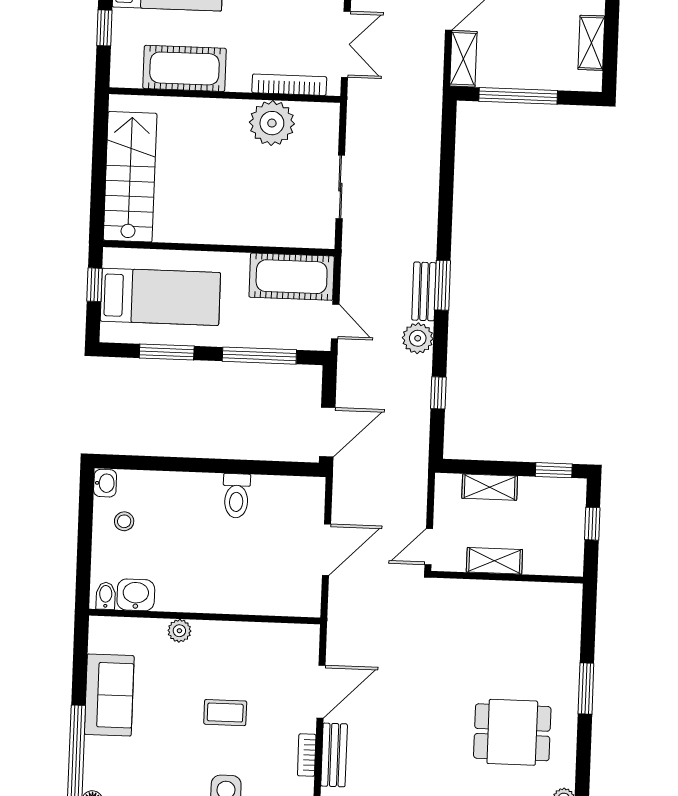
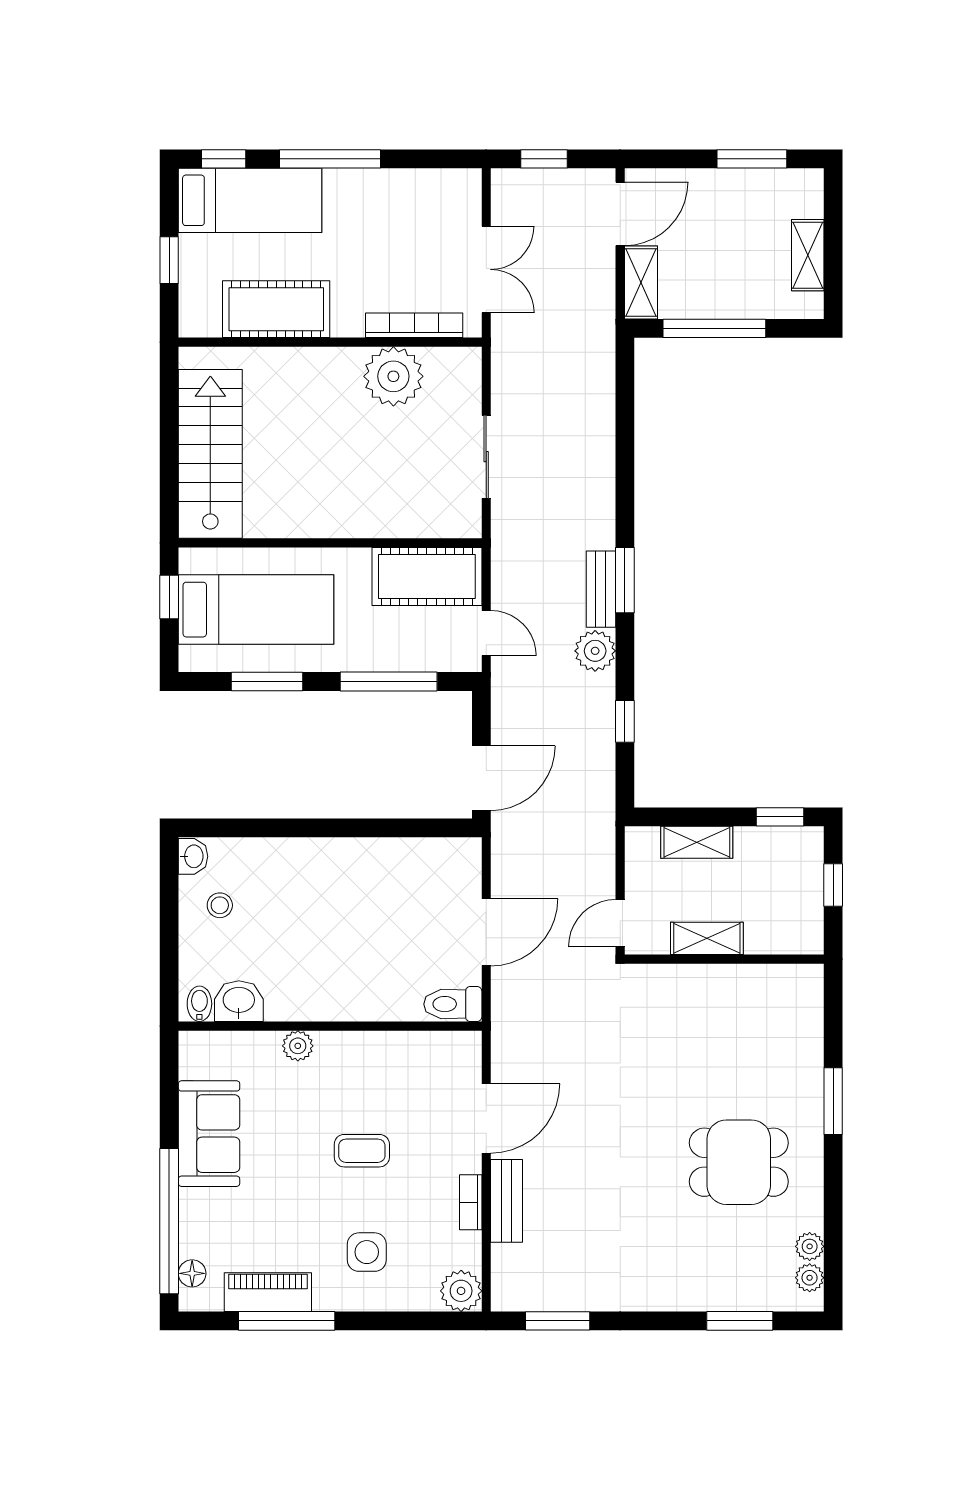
toilet: (236, 496) -> (453, 1004), moved, turned 90

